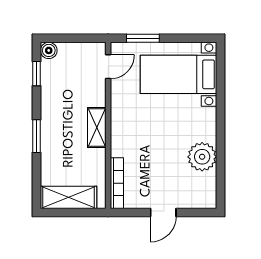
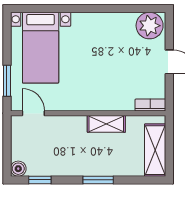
shelving: (97, 128) -> (106, 124), moved
plant: (202, 157) -> (150, 26), moved
bookcase: (117, 183) -> (150, 105), width x0.64

